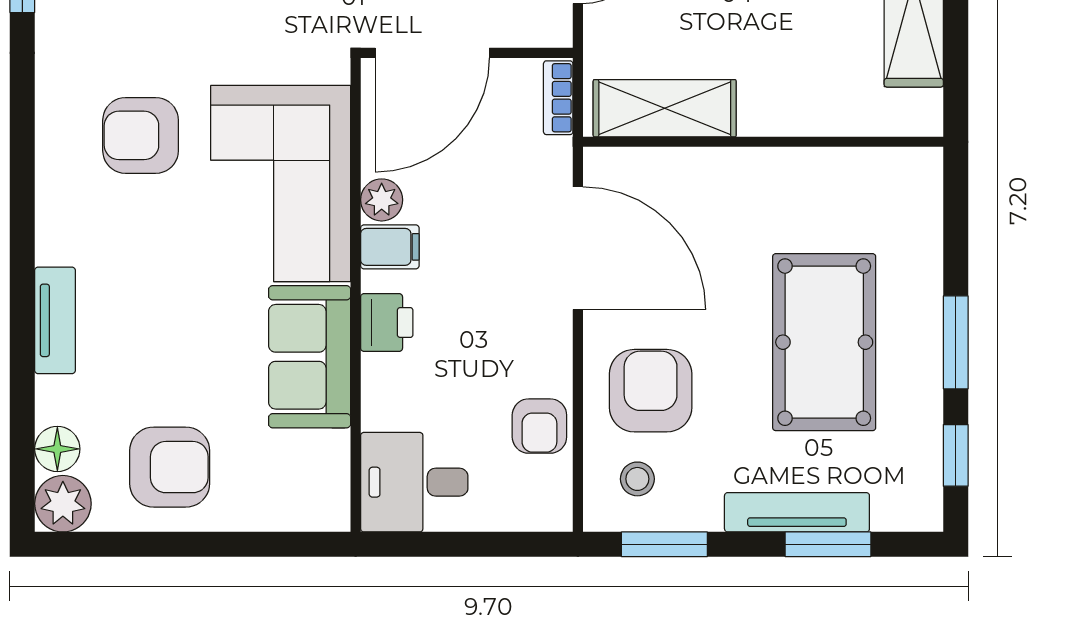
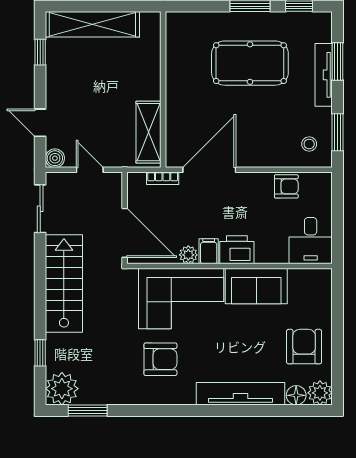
bookcase: (558, 98) -> (163, 178), moved
armchair: (141, 135) -> (160, 359), turned -90
tv unit: (55, 320) -> (240, 394), width x1.92, depth x1.29
printer: (387, 323) -> (237, 250), width x1.36, depth x1.24
armchair: (651, 391) -> (271, 138), removed

